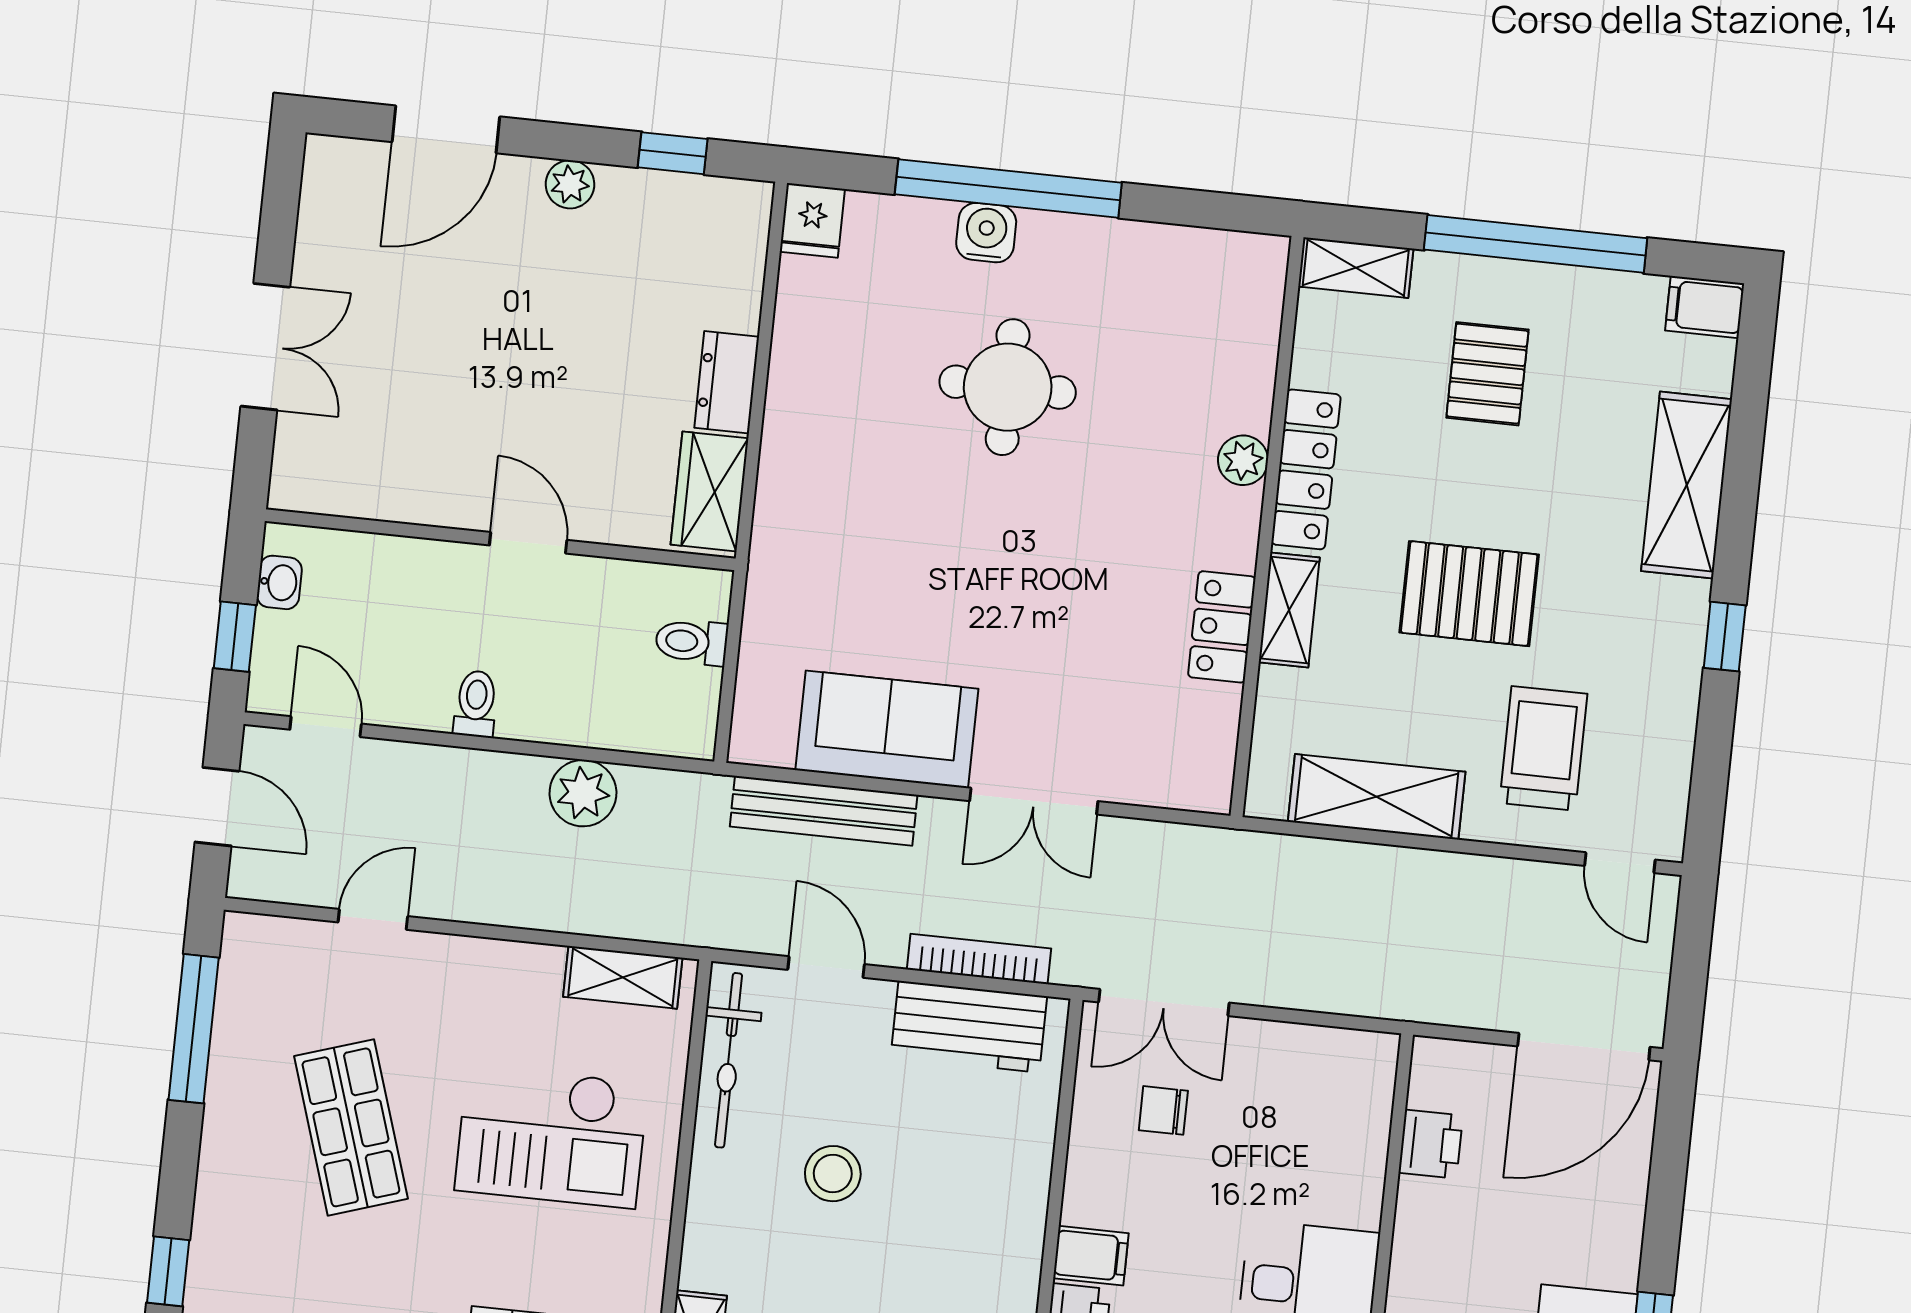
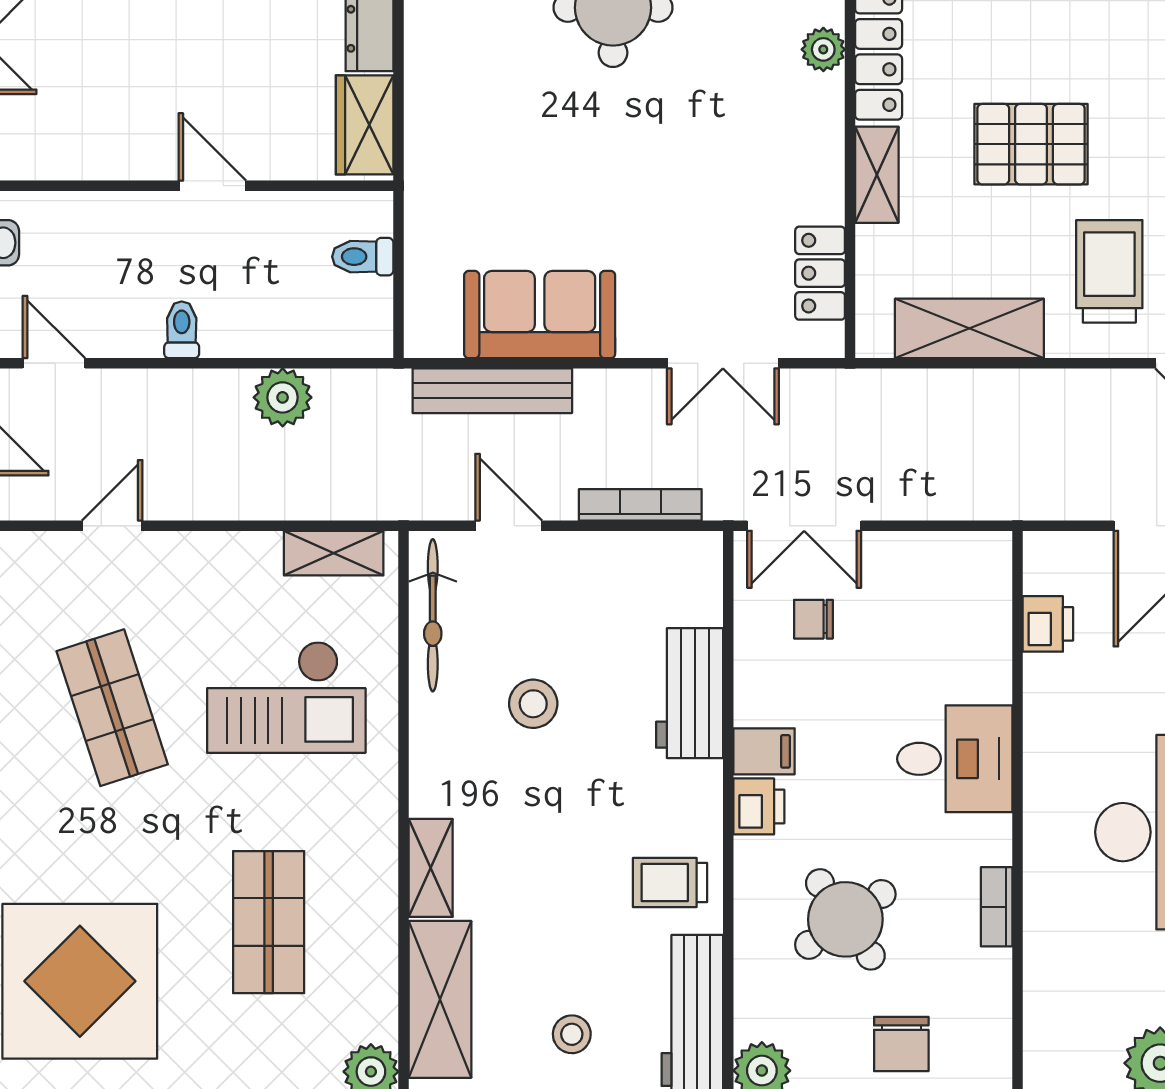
locker: (1222, 627) -> (820, 273), moved
double door: (1034, 801) -> (723, 363), moved
workbench: (969, 1027) -> (690, 693), moved, turned 90

